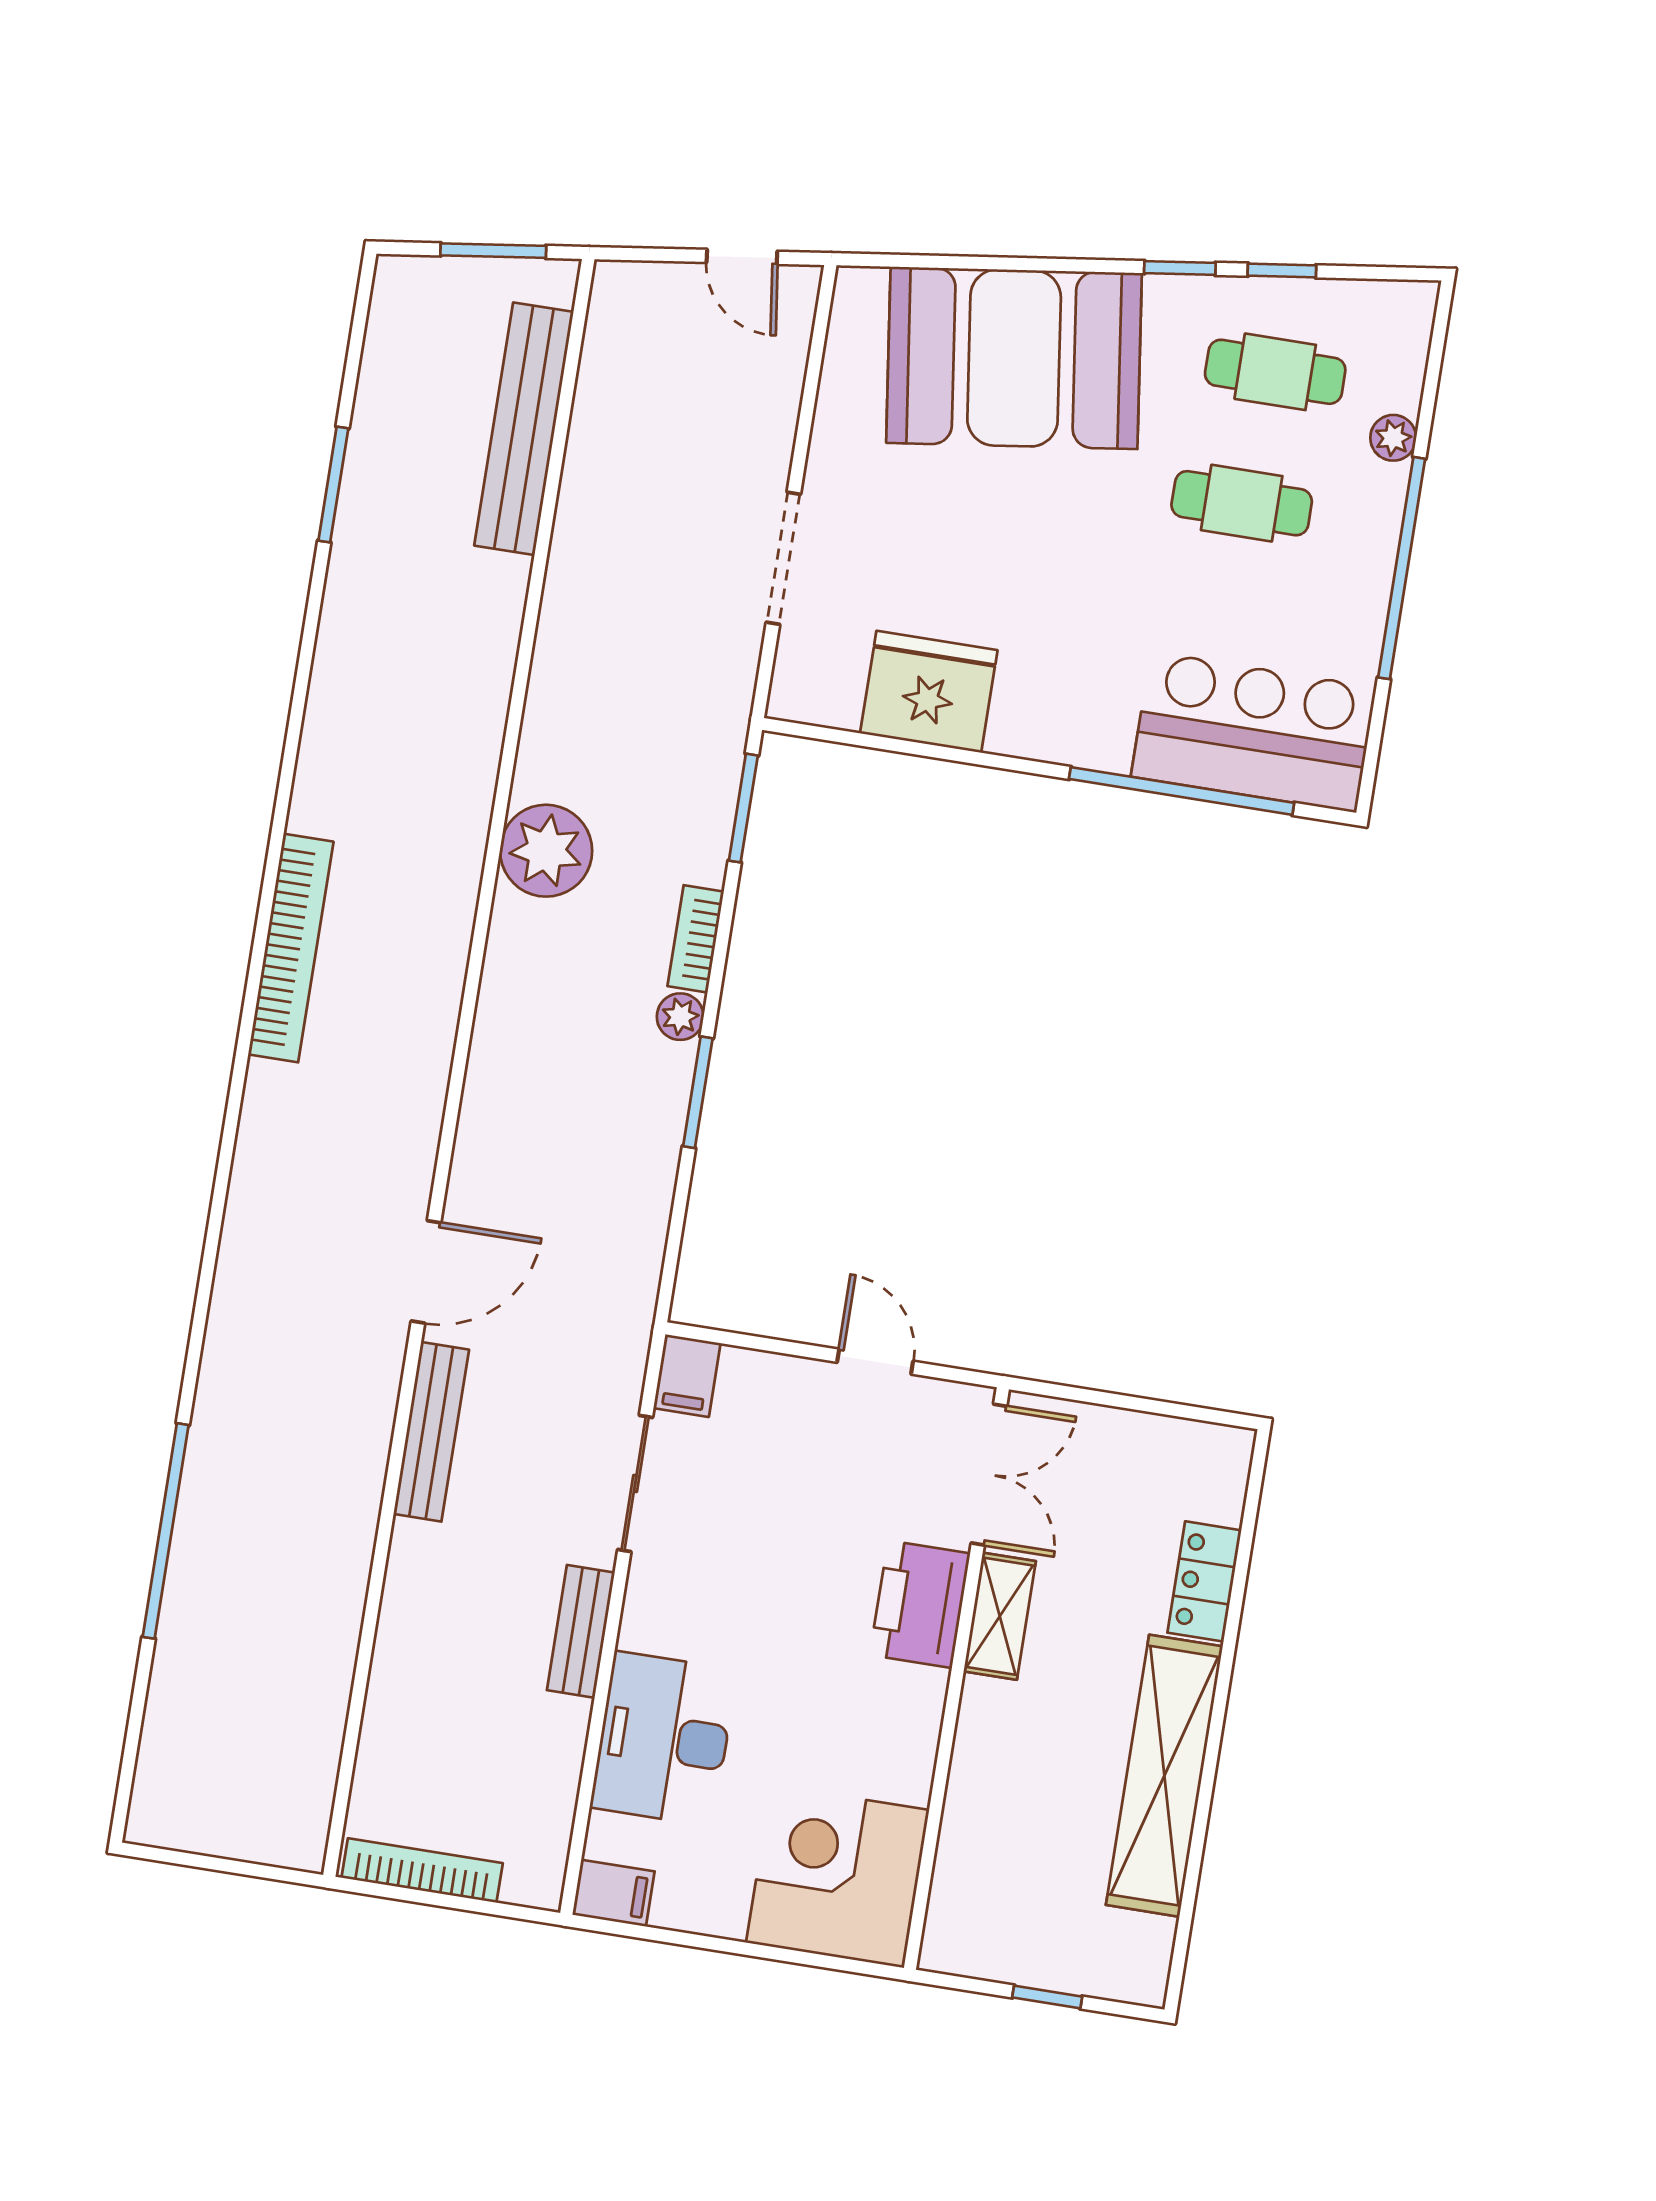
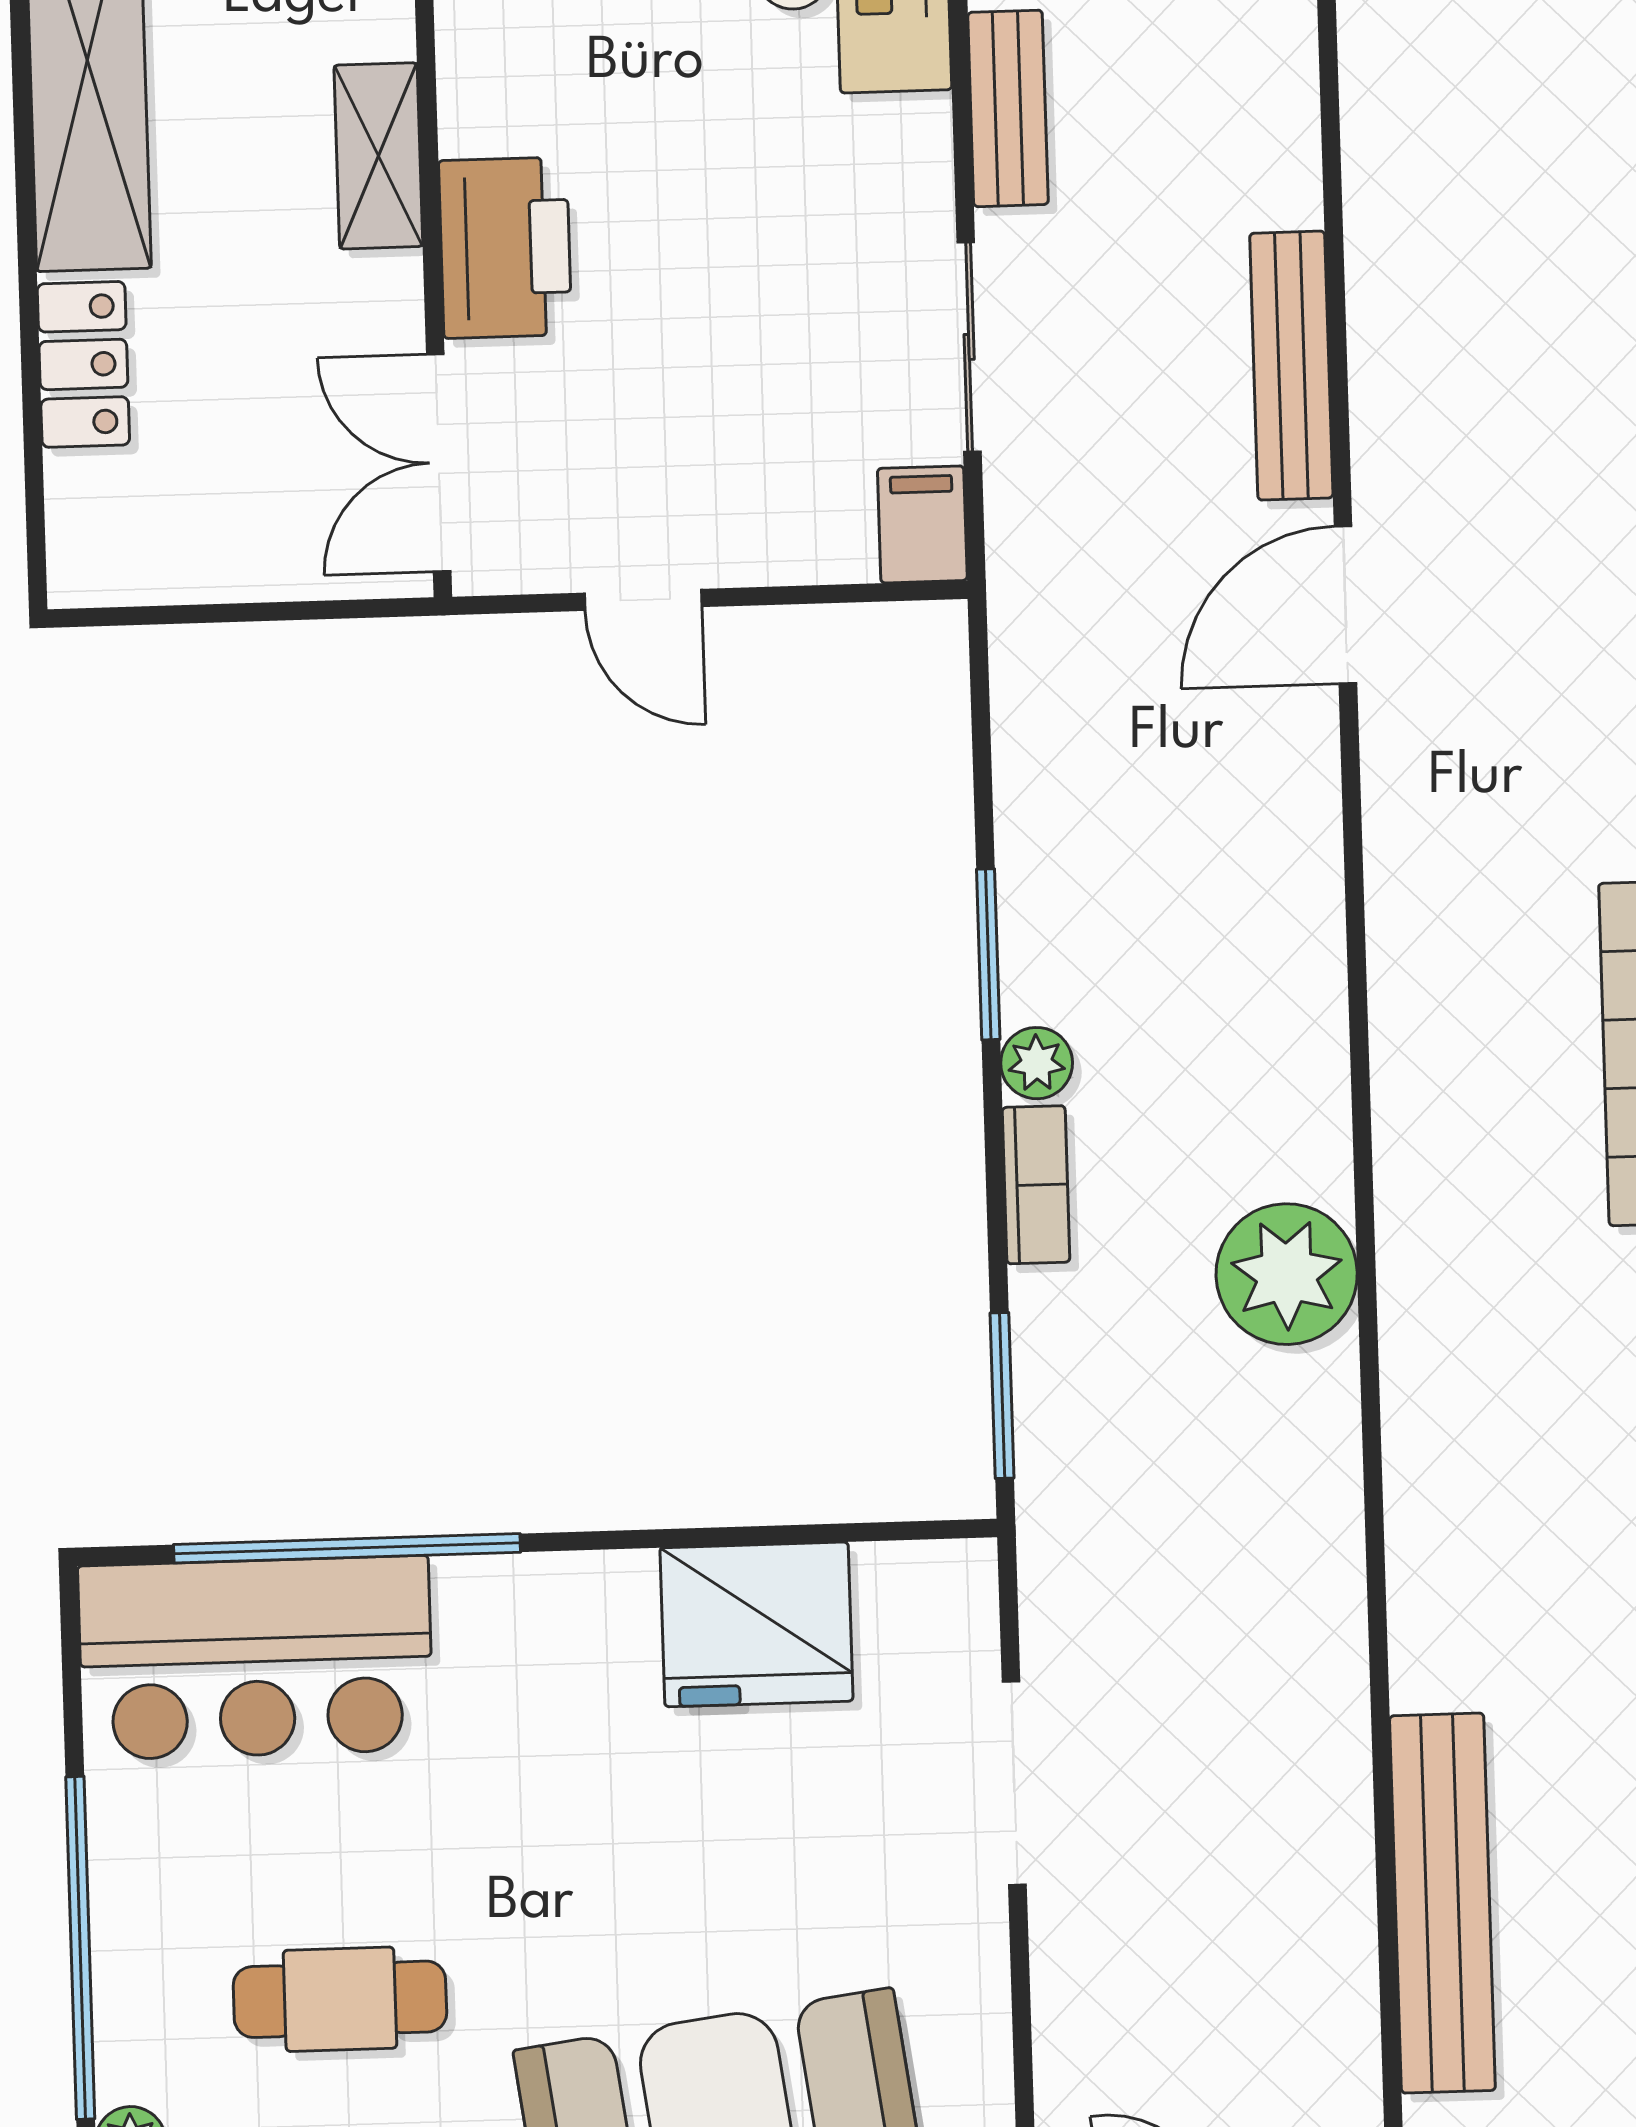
shelving: (1000, 1616) -> (378, 156), moved

